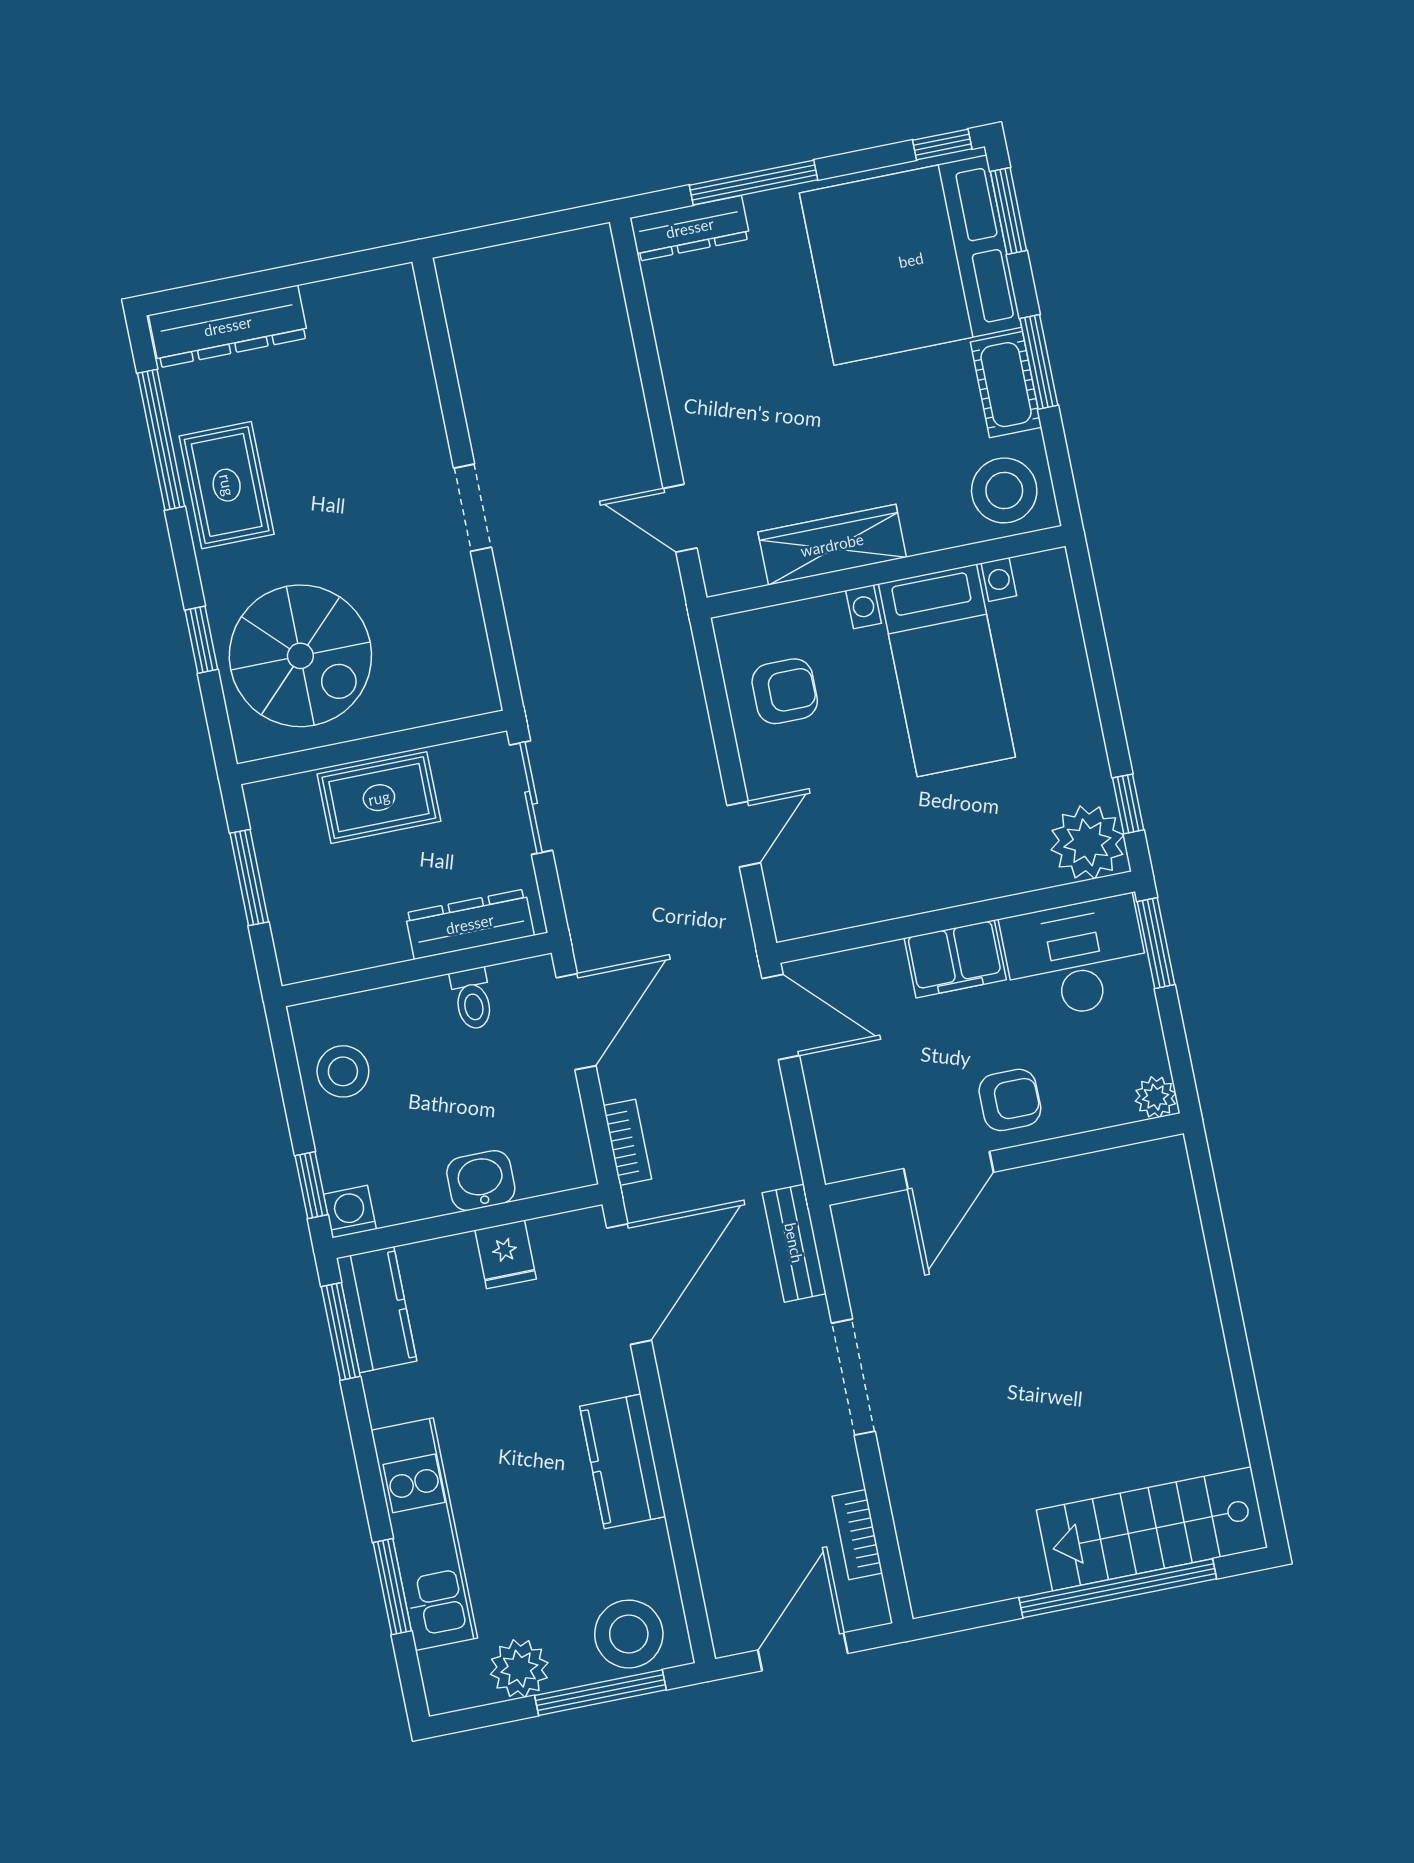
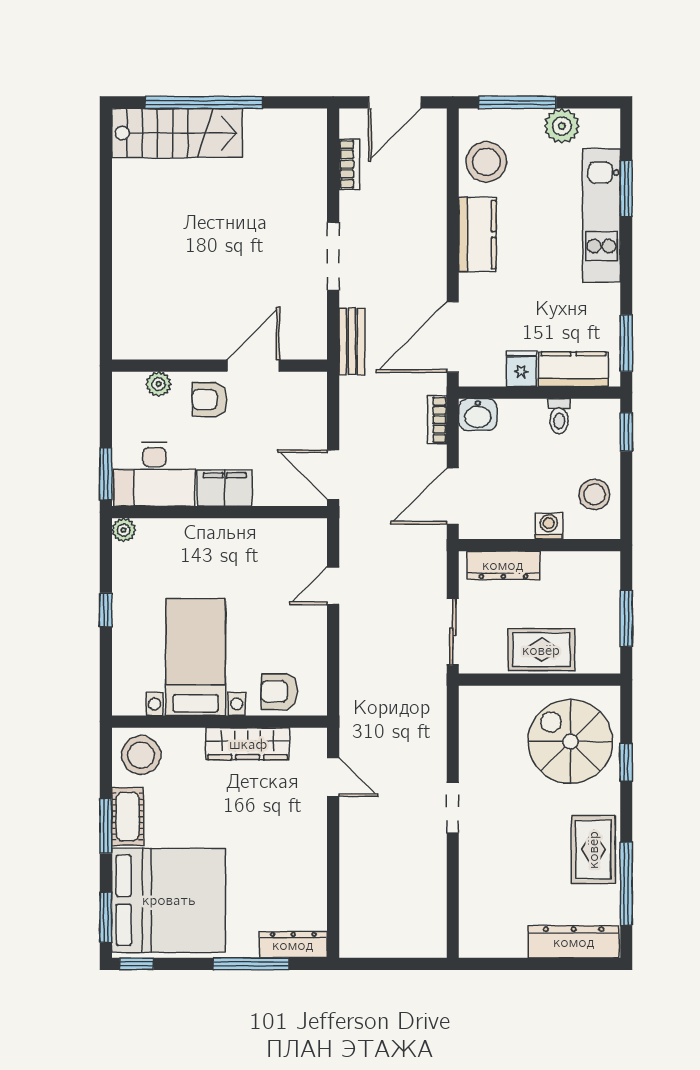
armchair: (785, 691) -> (279, 692), moved
window: (1128, 804) -> (106, 610), moved
plant: (1087, 842) -> (124, 530), width x0.53, depth x0.53
toilet: (472, 999) -> (559, 416), moved, turned 180
plant: (1156, 1097) -> (159, 384), moved
washbasin: (481, 1181) -> (478, 415), moved
washing machine: (350, 1212) -> (549, 526), moved, turned 180
kitchen counter: (377, 1310) -> (573, 369), moved, turned 90
stool: (629, 1634) -> (486, 162), moved

